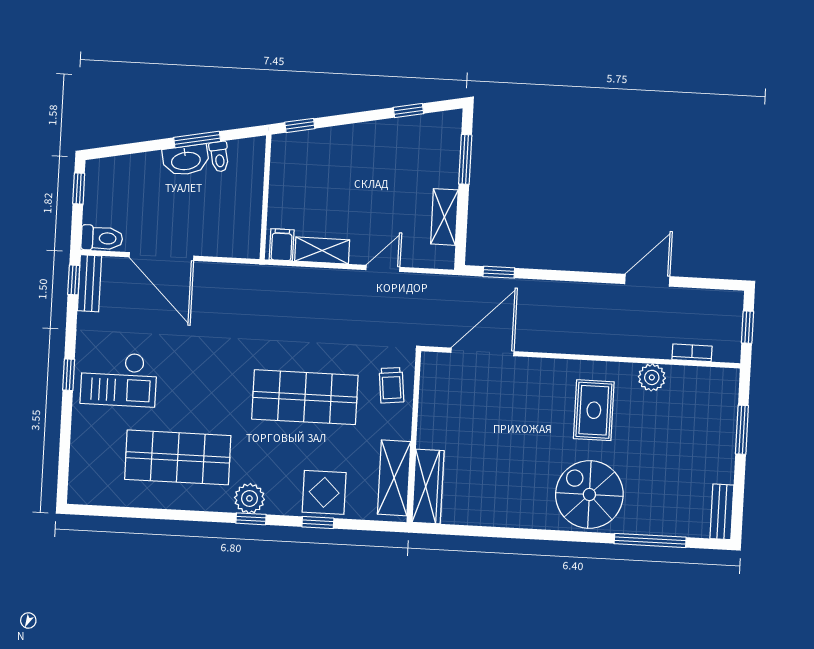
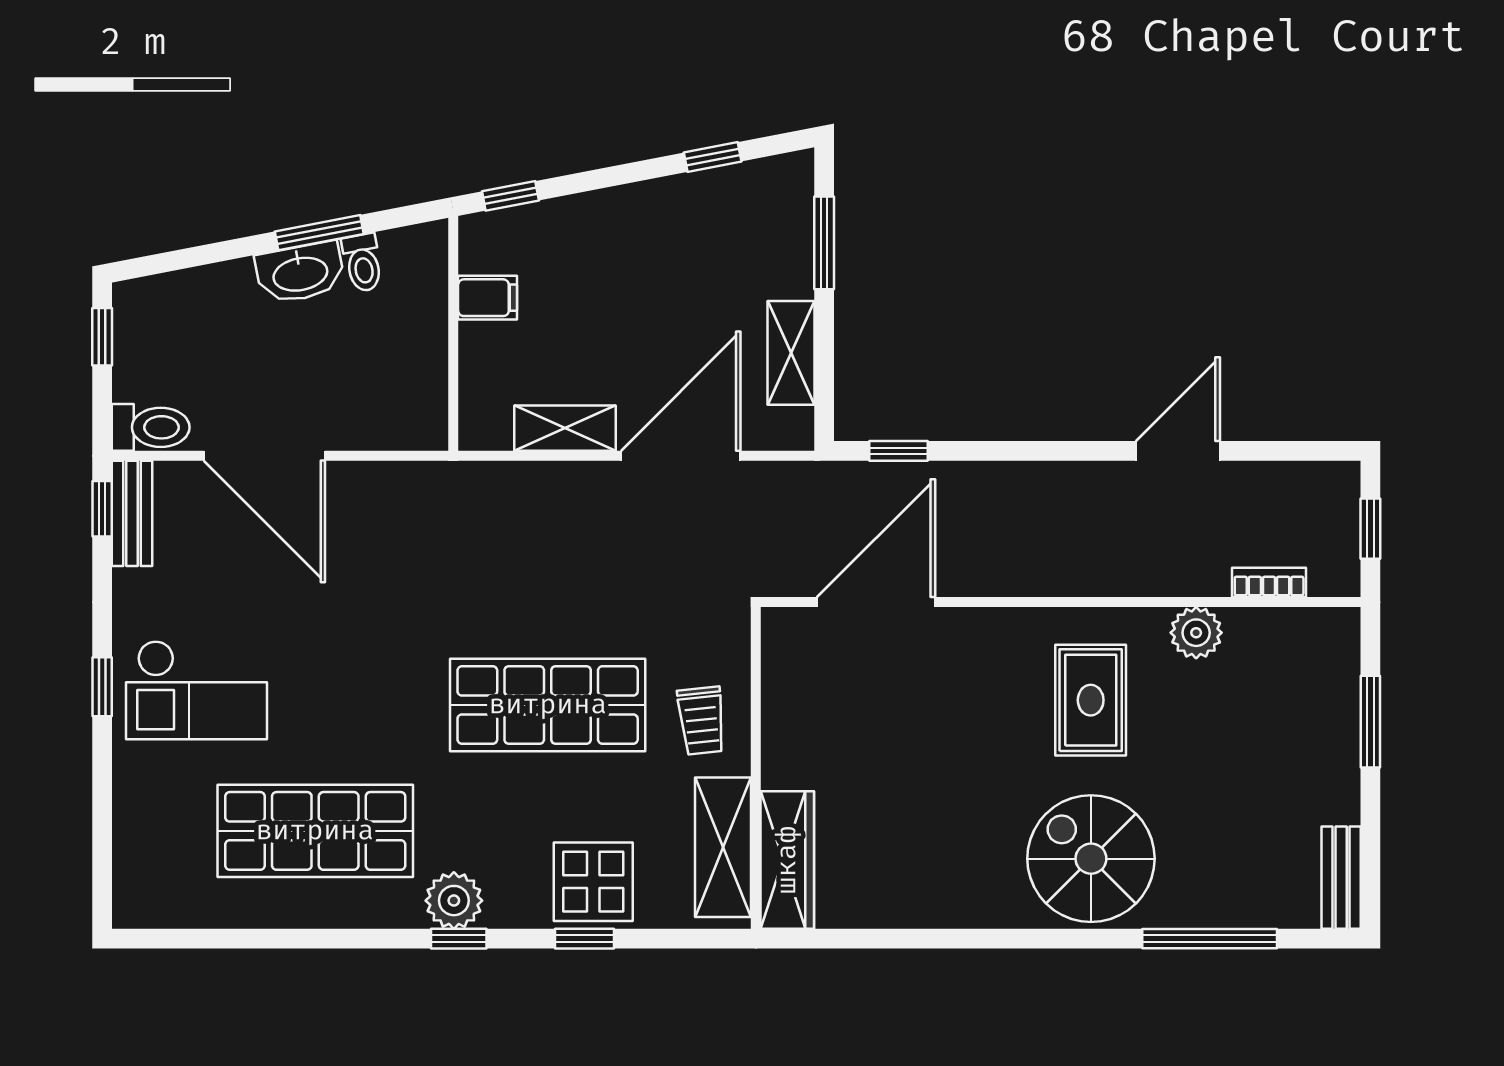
filing cabinet: (282, 245) -> (488, 298), moved, turned 90
door: (383, 268) -> (681, 456), width x1.87
trolley: (391, 385) -> (701, 721), moved

